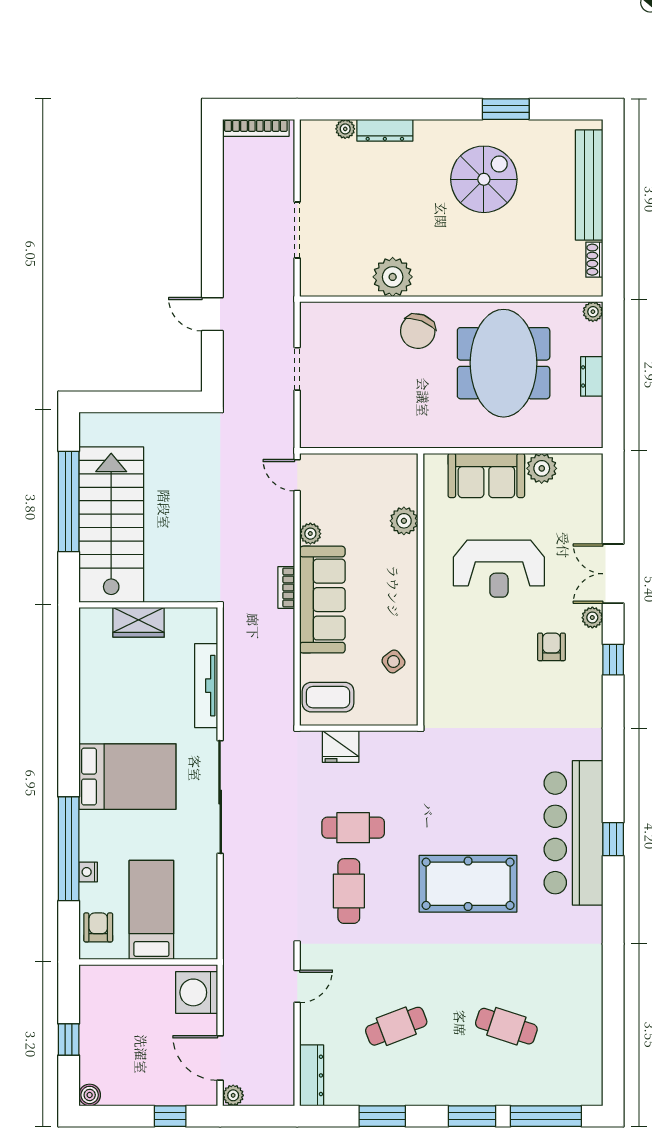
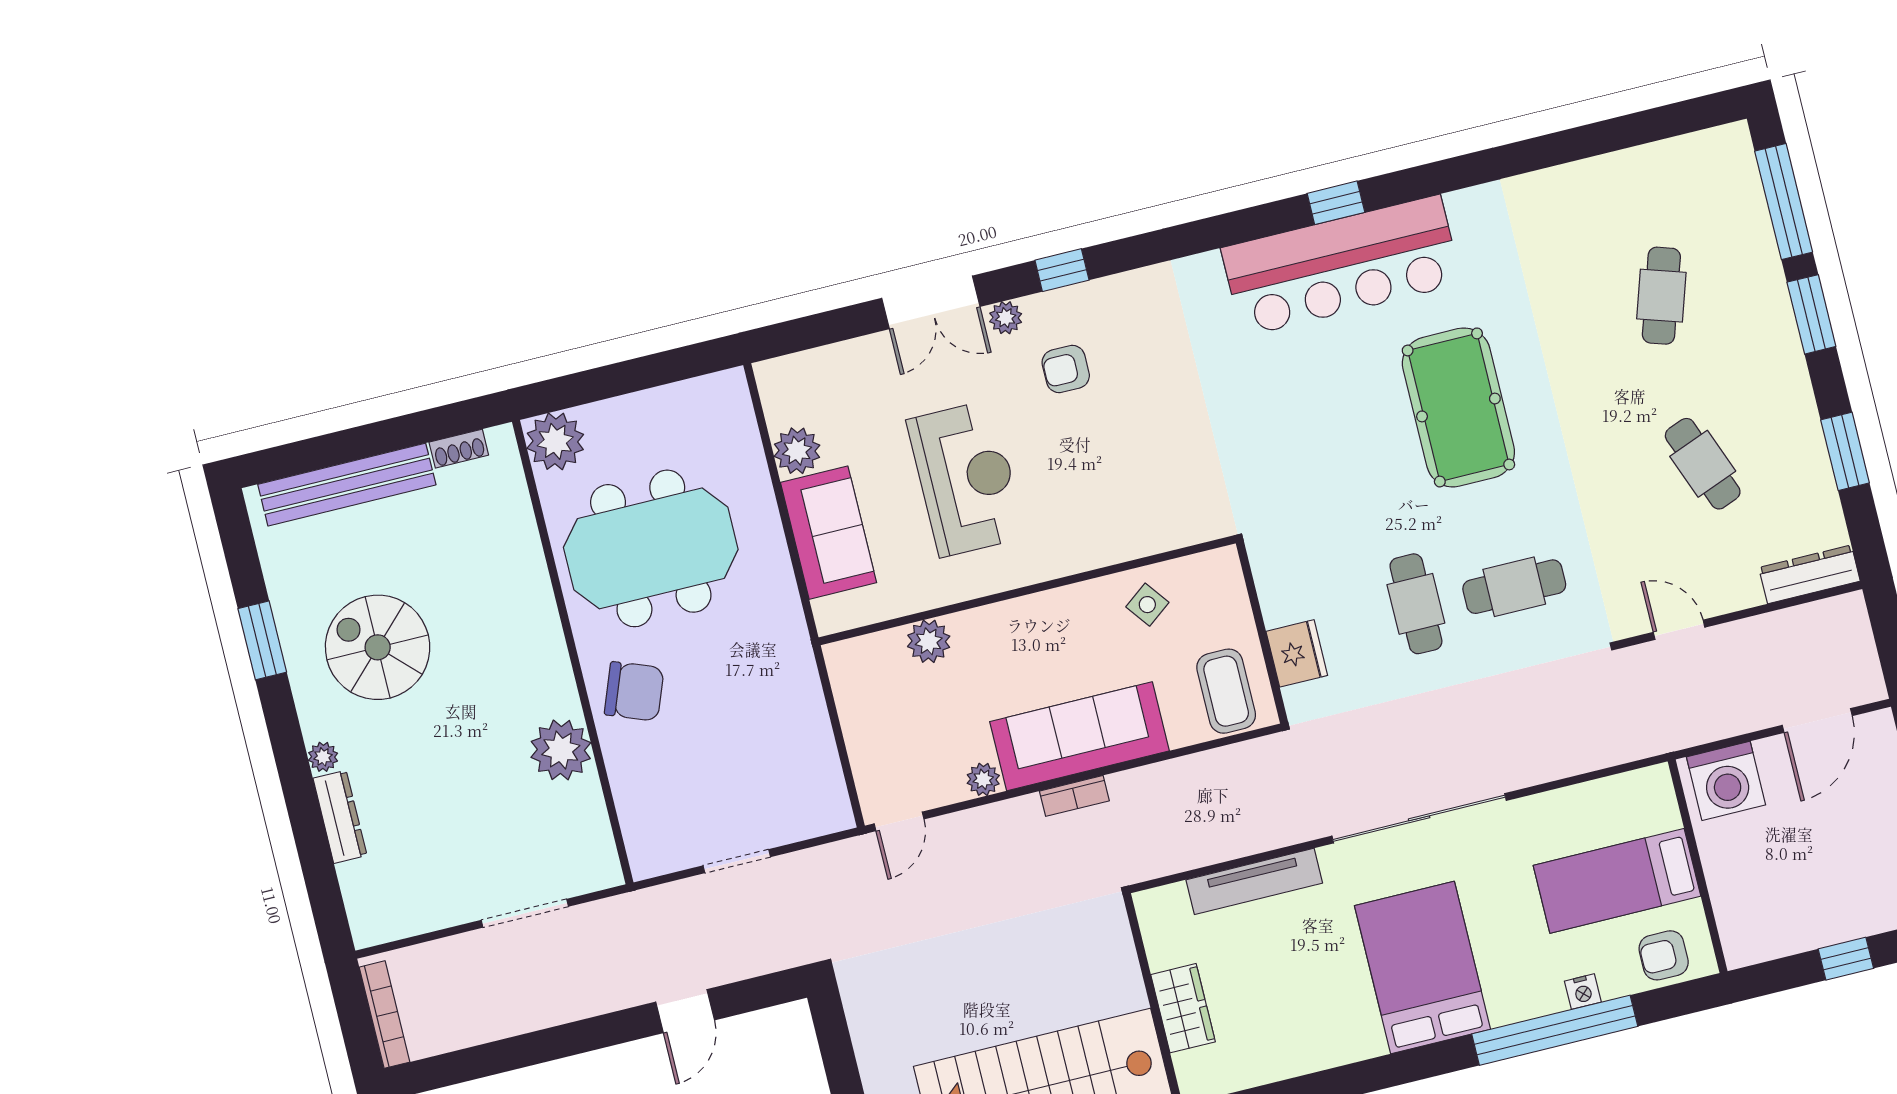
plant: (345, 129) -> (323, 757), moved
plant: (593, 312) -> (555, 441), width x1.88, depth x1.88
dresser: (592, 376) -> (638, 409), removed
plant: (233, 1095) -> (1869, 687), removed

